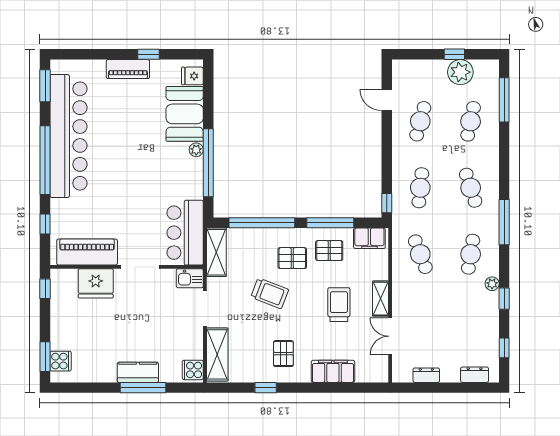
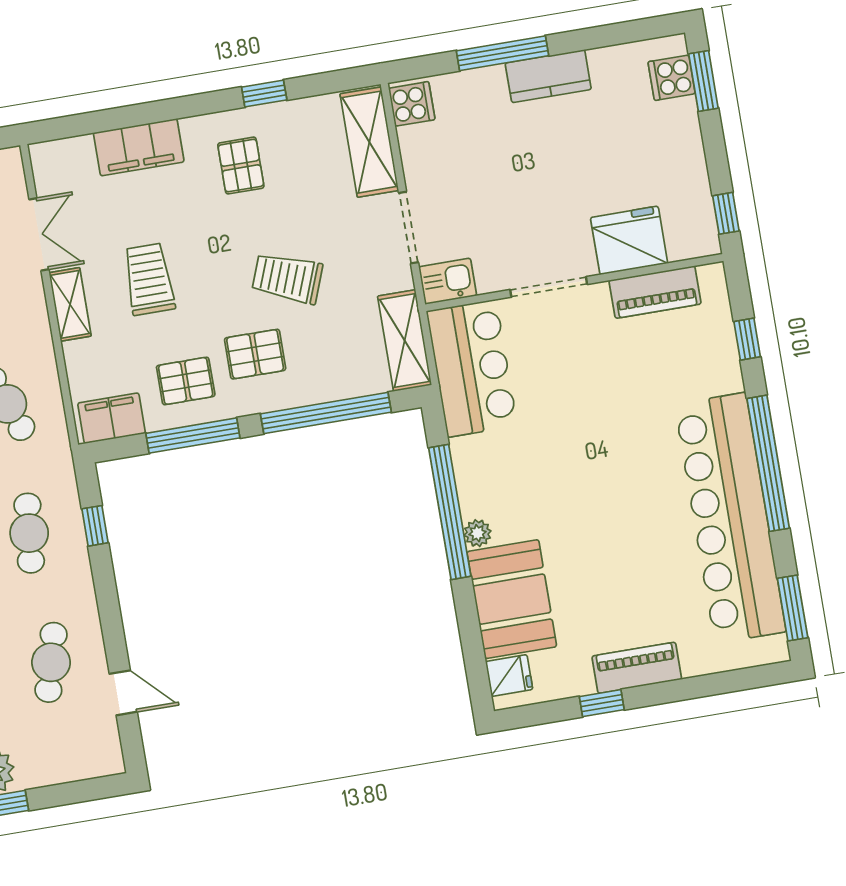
window: (387, 203) -> (95, 526), moved
piano: (87, 252) -> (655, 292), width x0.73, depth x0.75
trolley: (339, 305) -> (149, 279), turned 180
kitchen counter: (138, 372) -> (548, 76), moved

